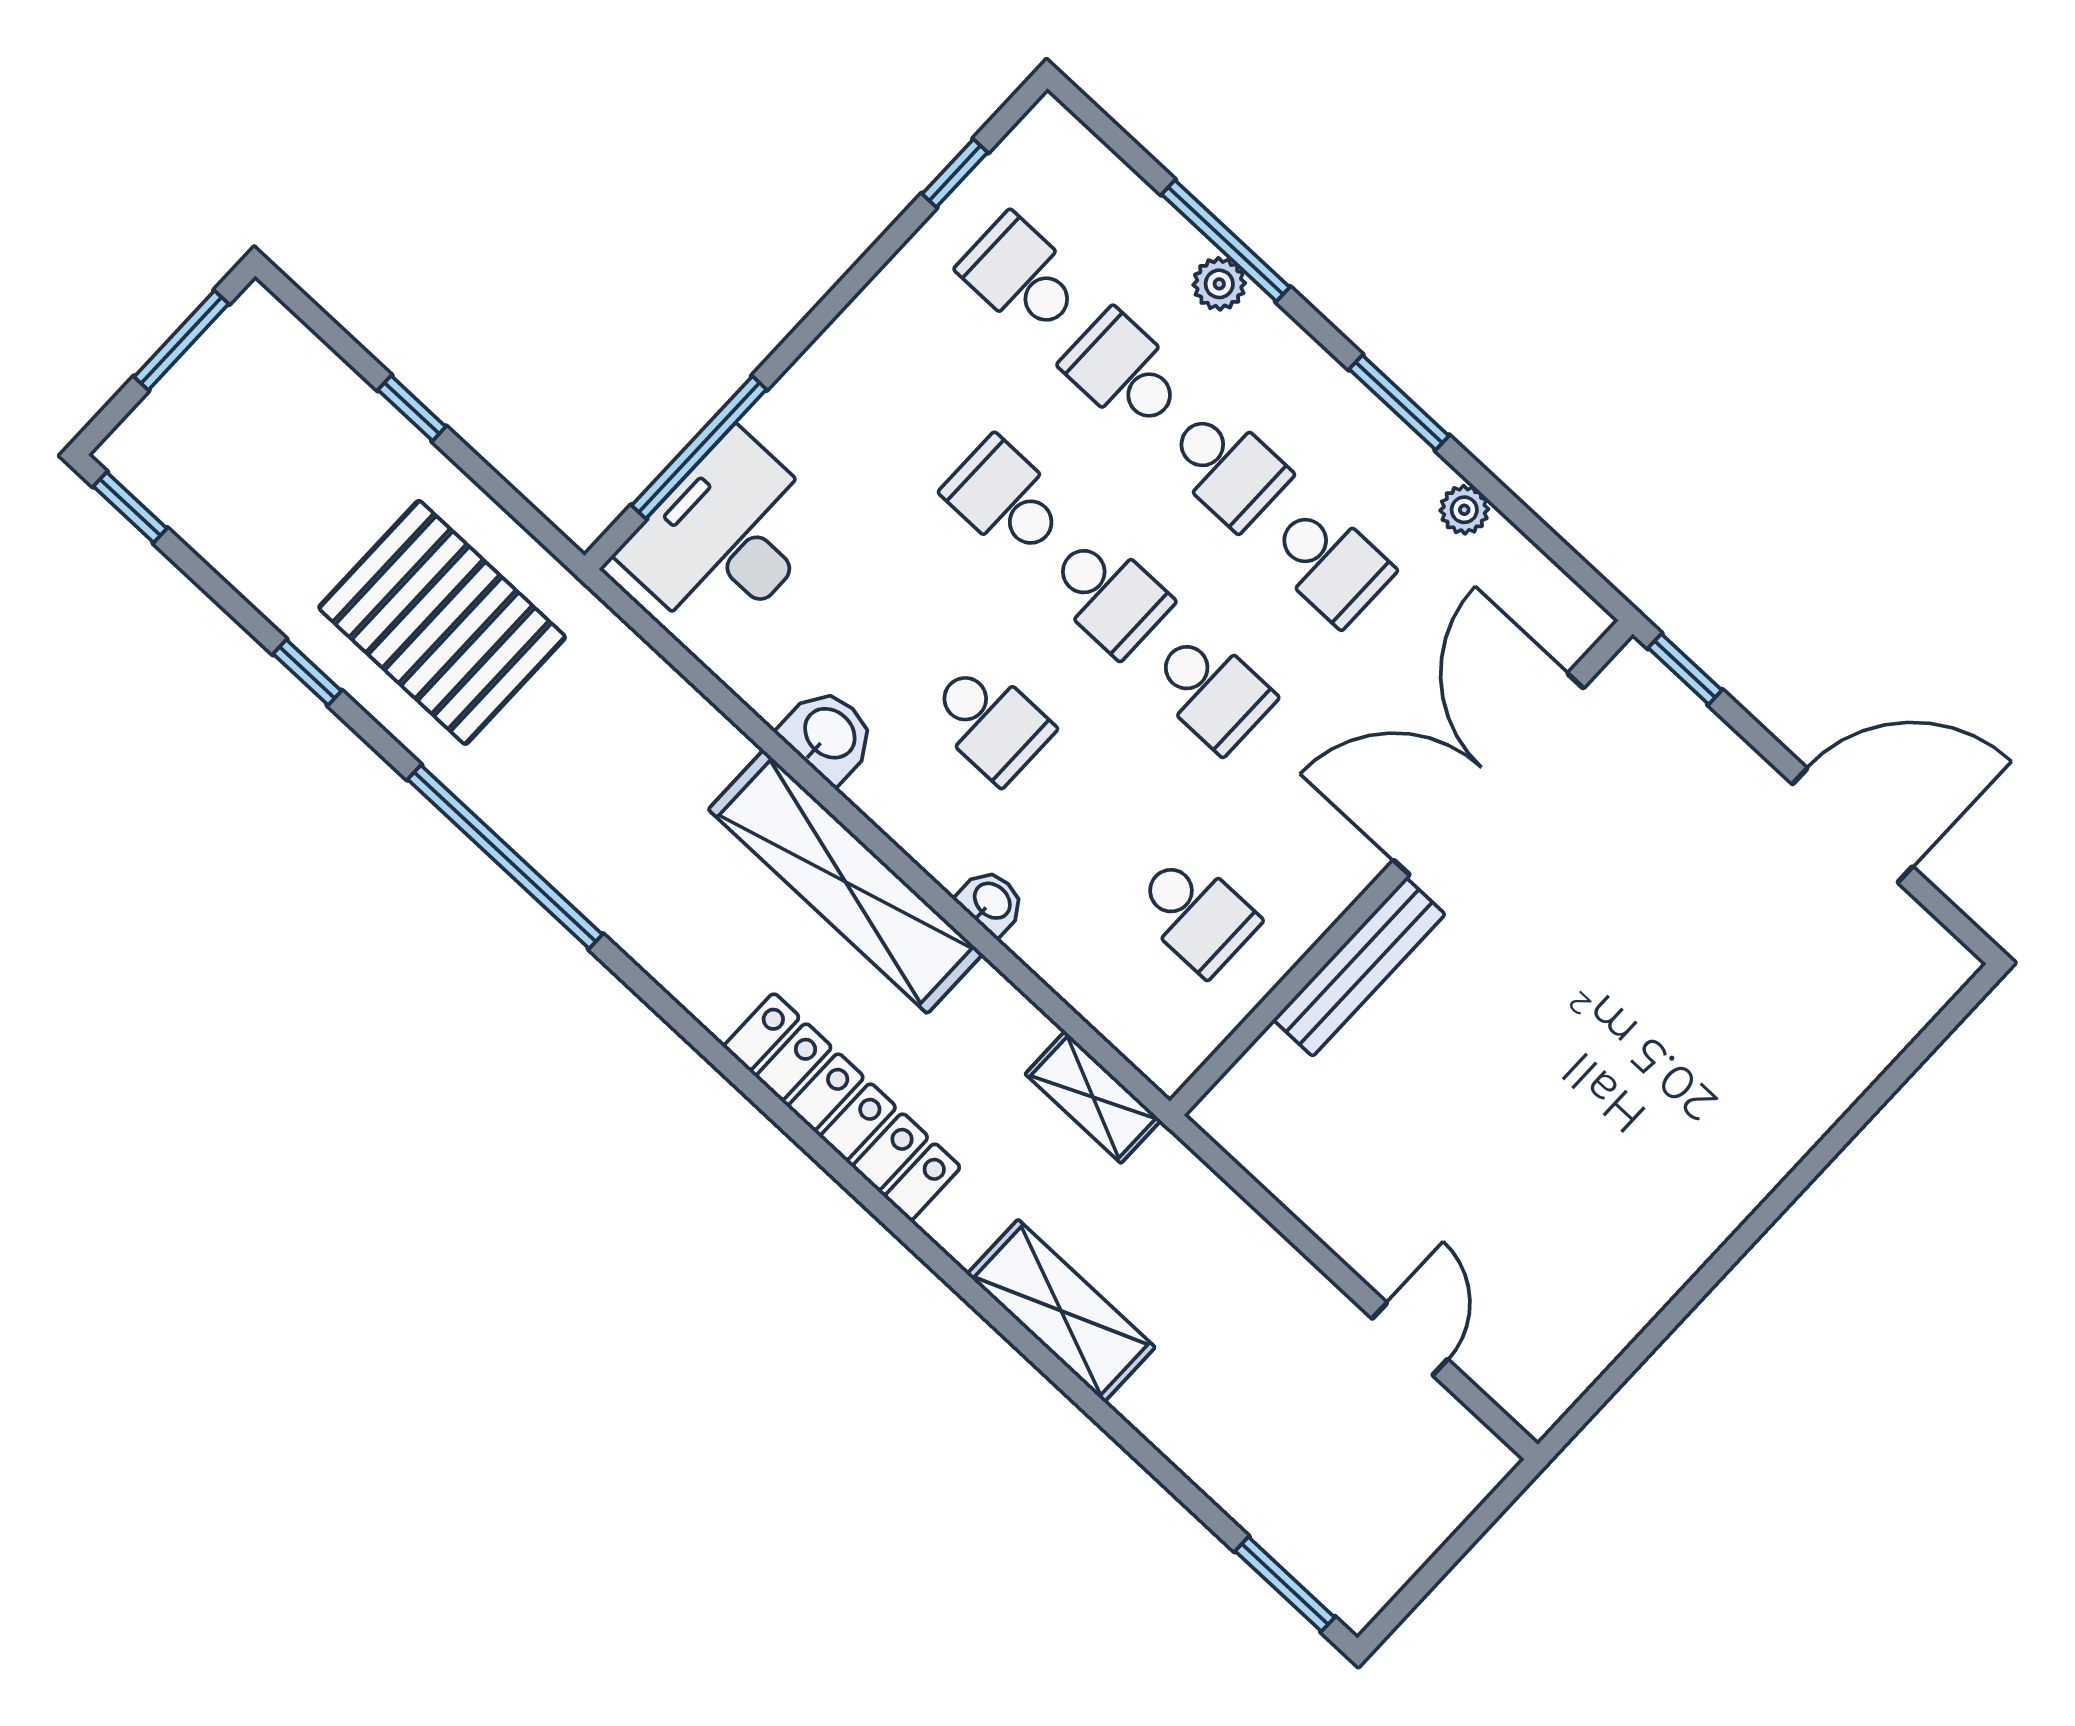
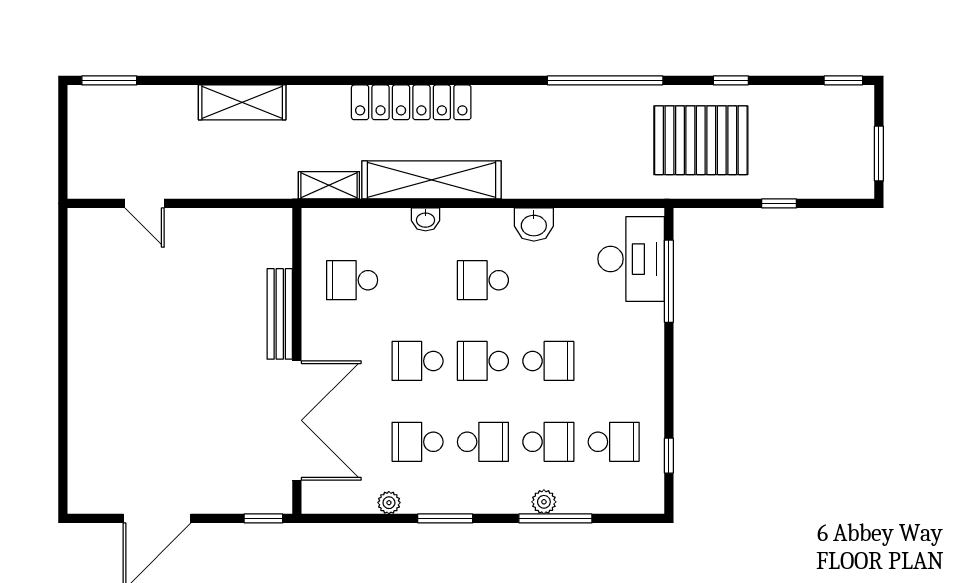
school desk: (1227, 468) -> (483, 442), turned 180
shelving: (845, 882) -> (432, 180), moved
shelving: (1061, 1311) -> (242, 102), moved

